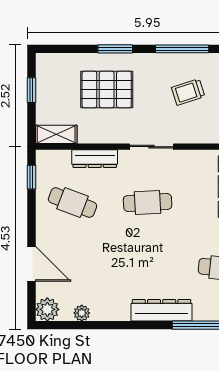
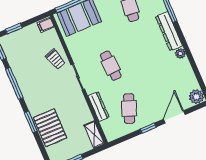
pallet: (107, 90) -> (50, 128), moved
trolley: (188, 92) -> (55, 59), moved
window: (32, 177) -> (148, 128), moved
plant: (82, 313) -> (180, 53), moved

